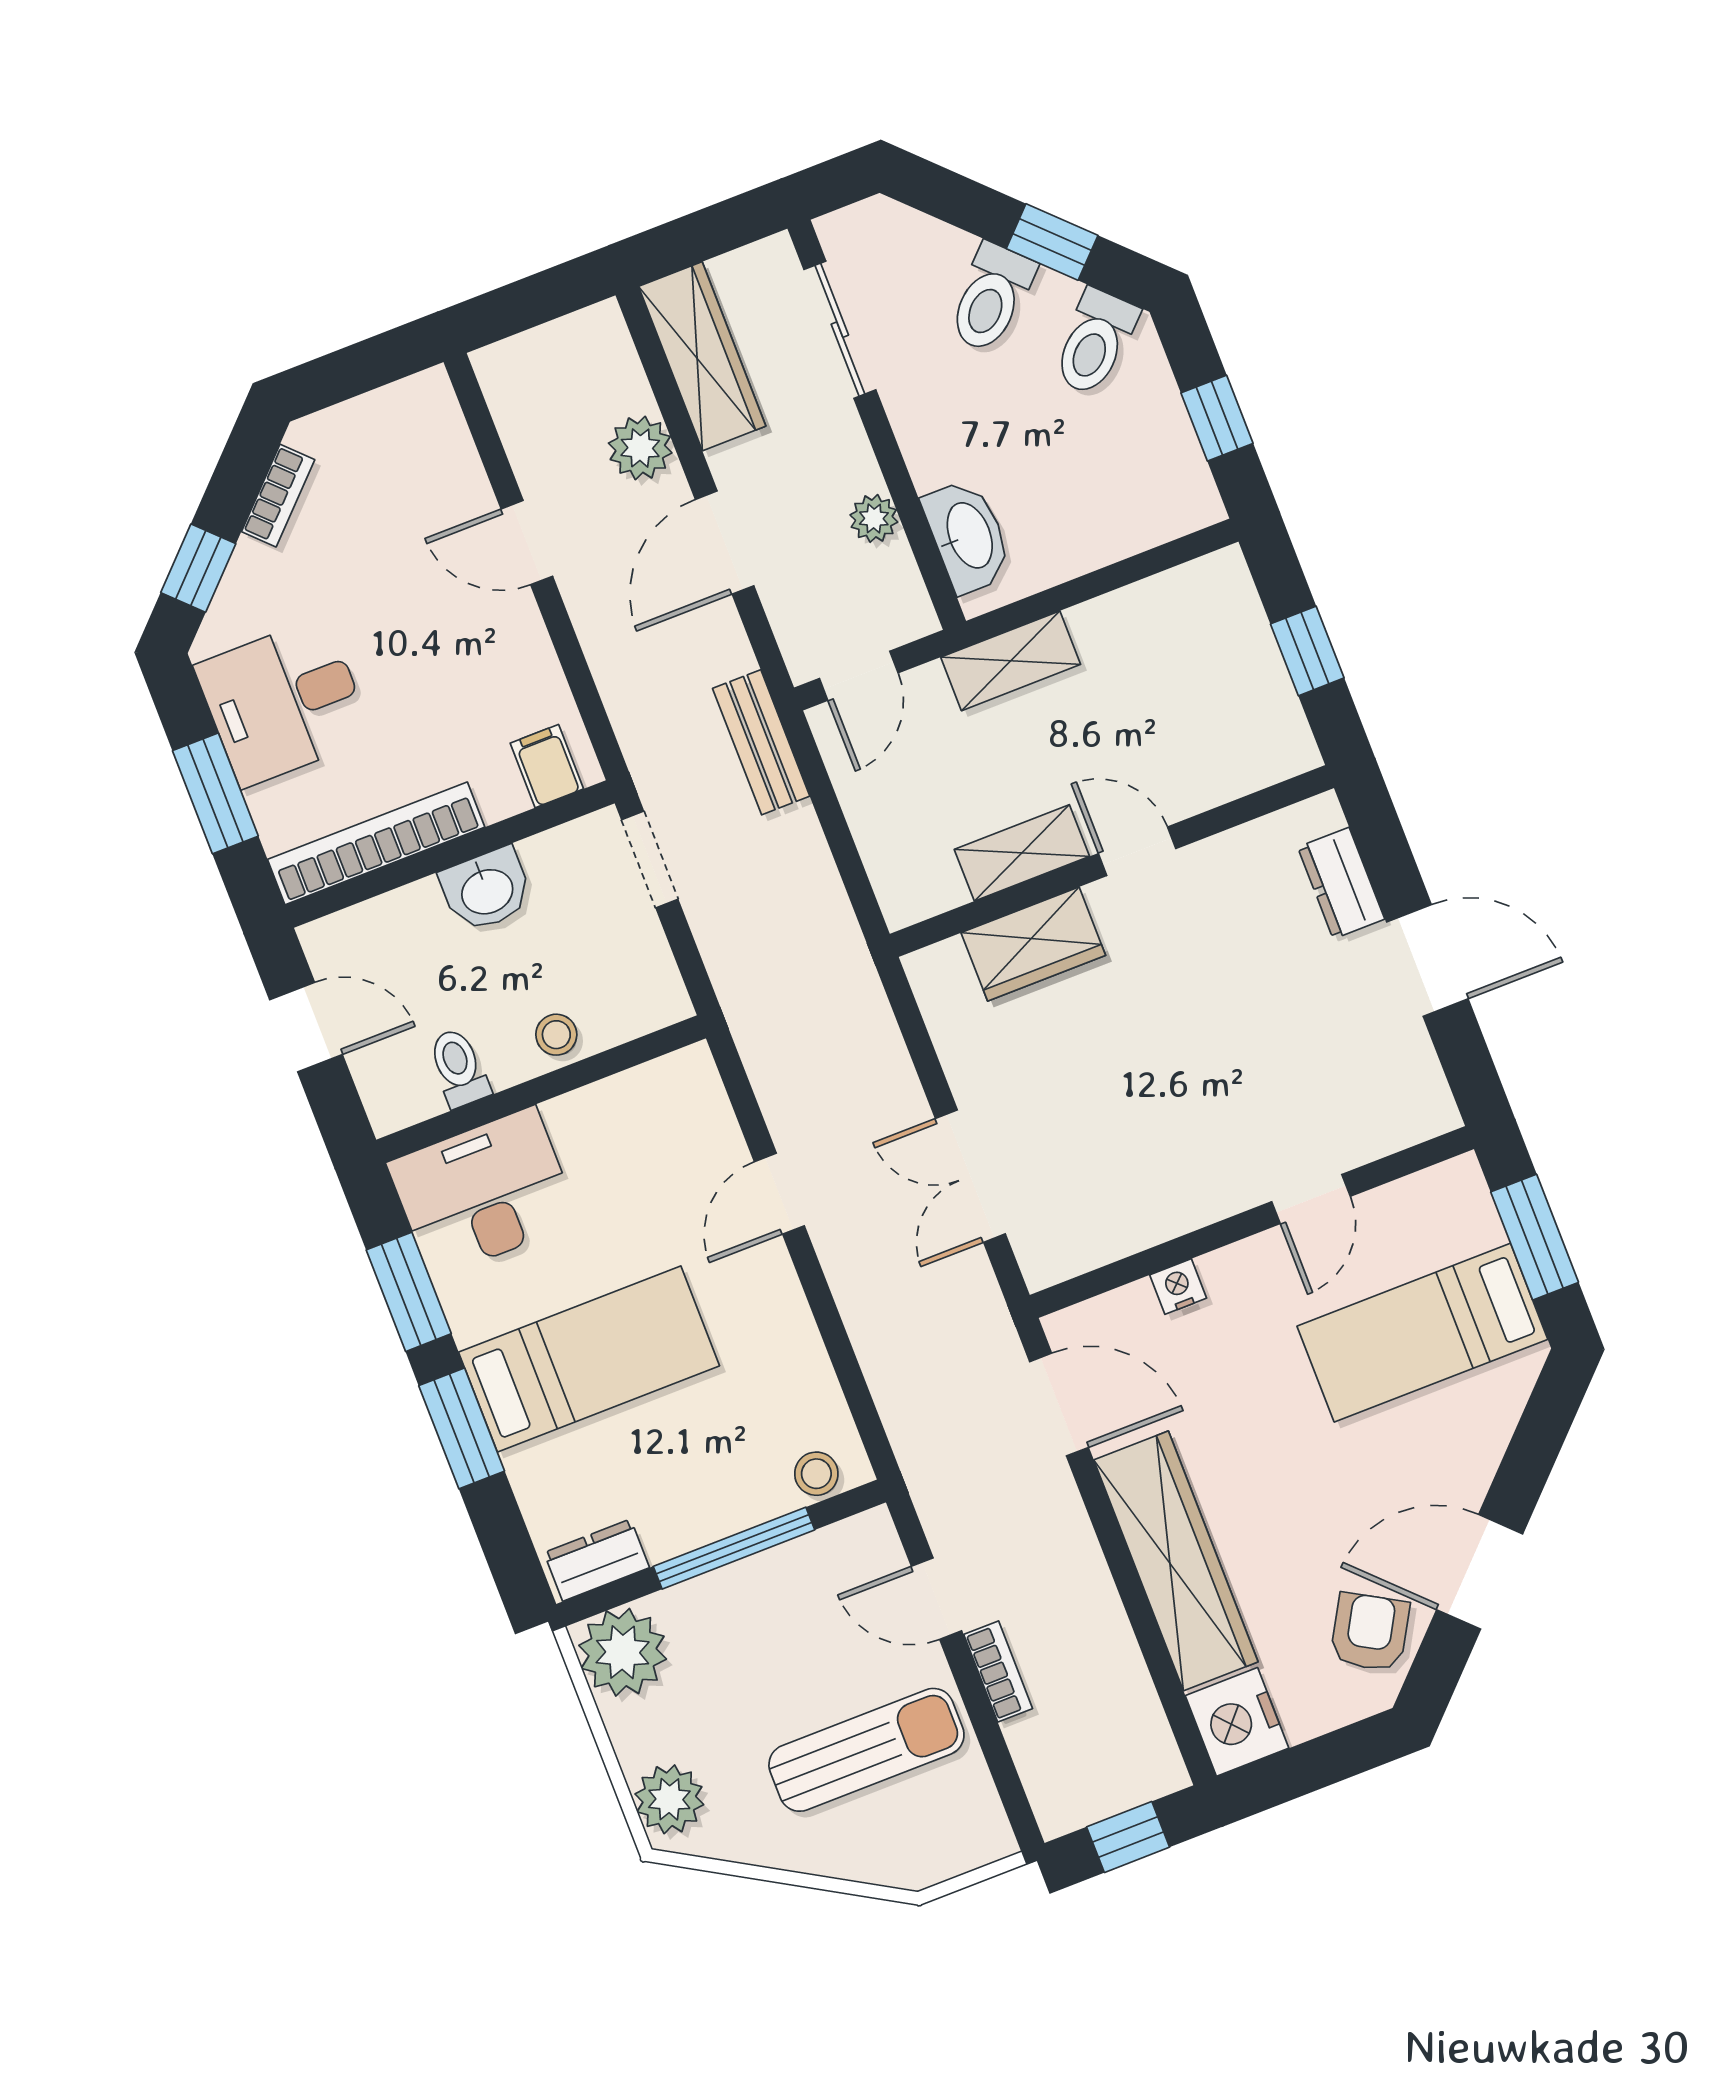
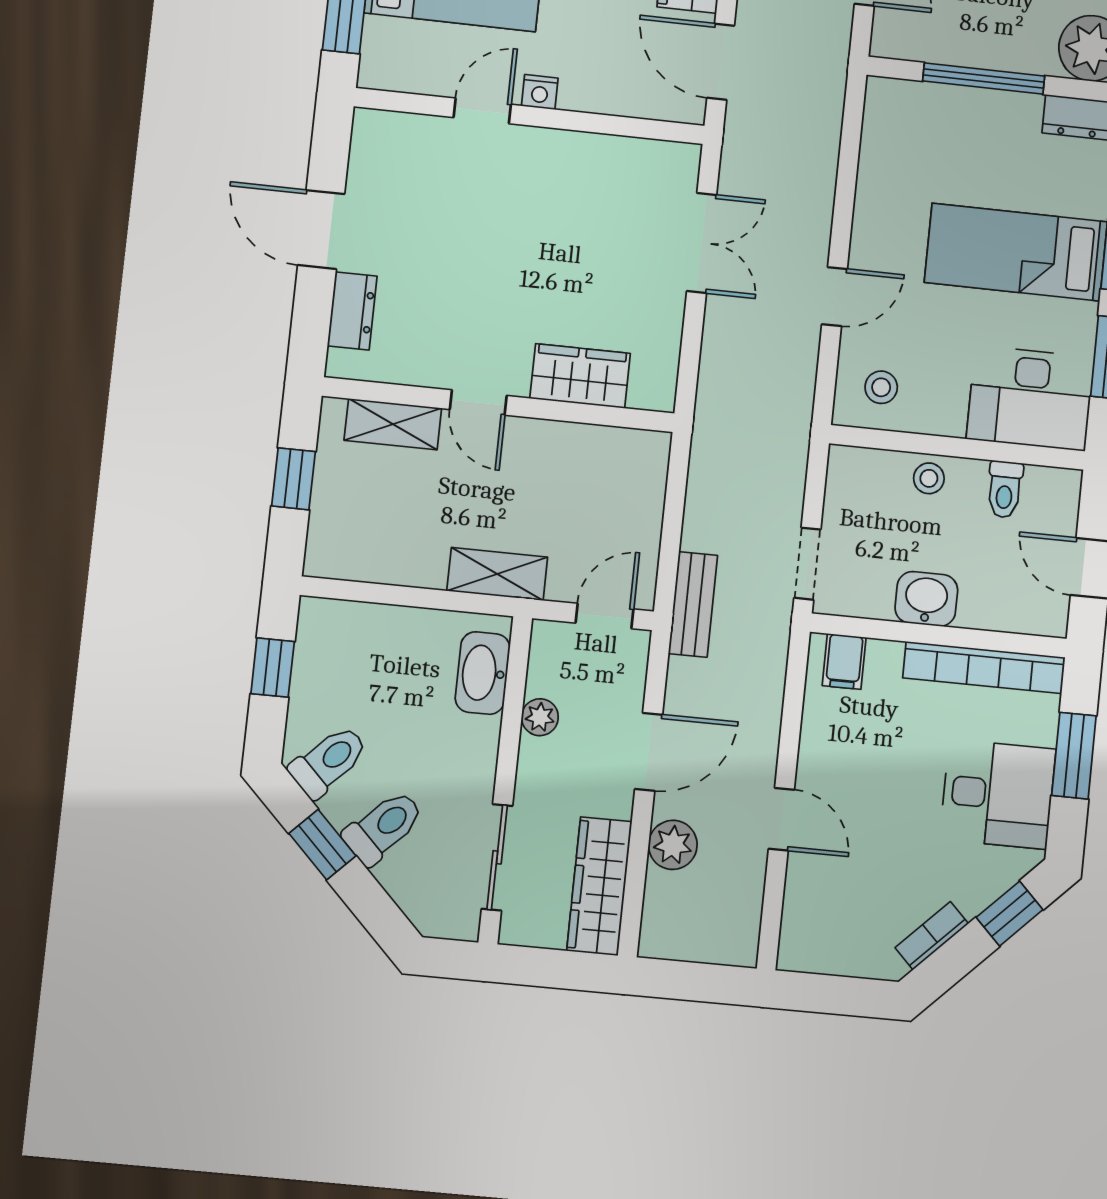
shelving: (1022, 853) -> (393, 424), moved
nightstand: (1178, 1287) -> (540, 92), moved
stool: (816, 1474) -> (881, 387), moved

